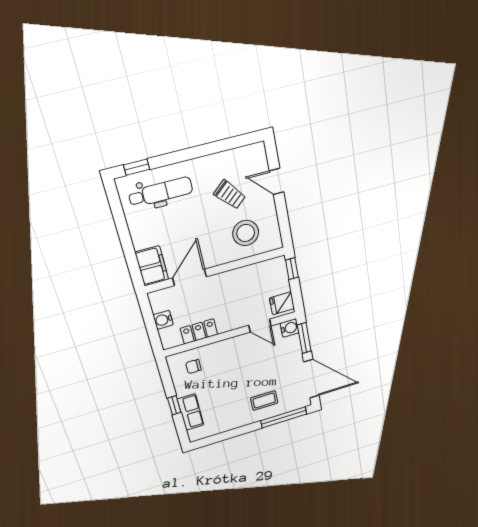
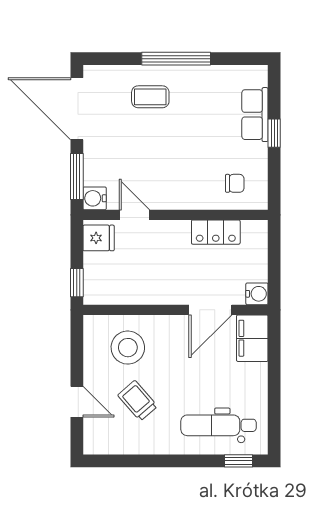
water cooler: (163, 320) -> (257, 294), moved
window: (284, 417) -> (176, 59), moved

